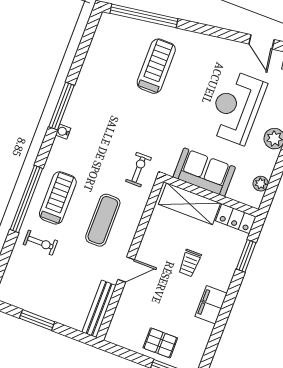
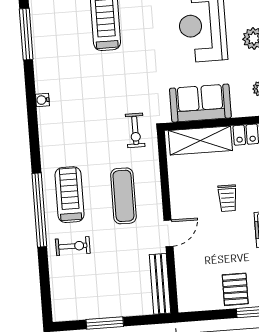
window: (62, 106) -> (26, 34), moved
water cooler: (63, 132) -> (42, 100), moved
exercise bike: (138, 170) -> (135, 130), turned 180
pallet: (160, 343) -> (235, 289), turned 90

